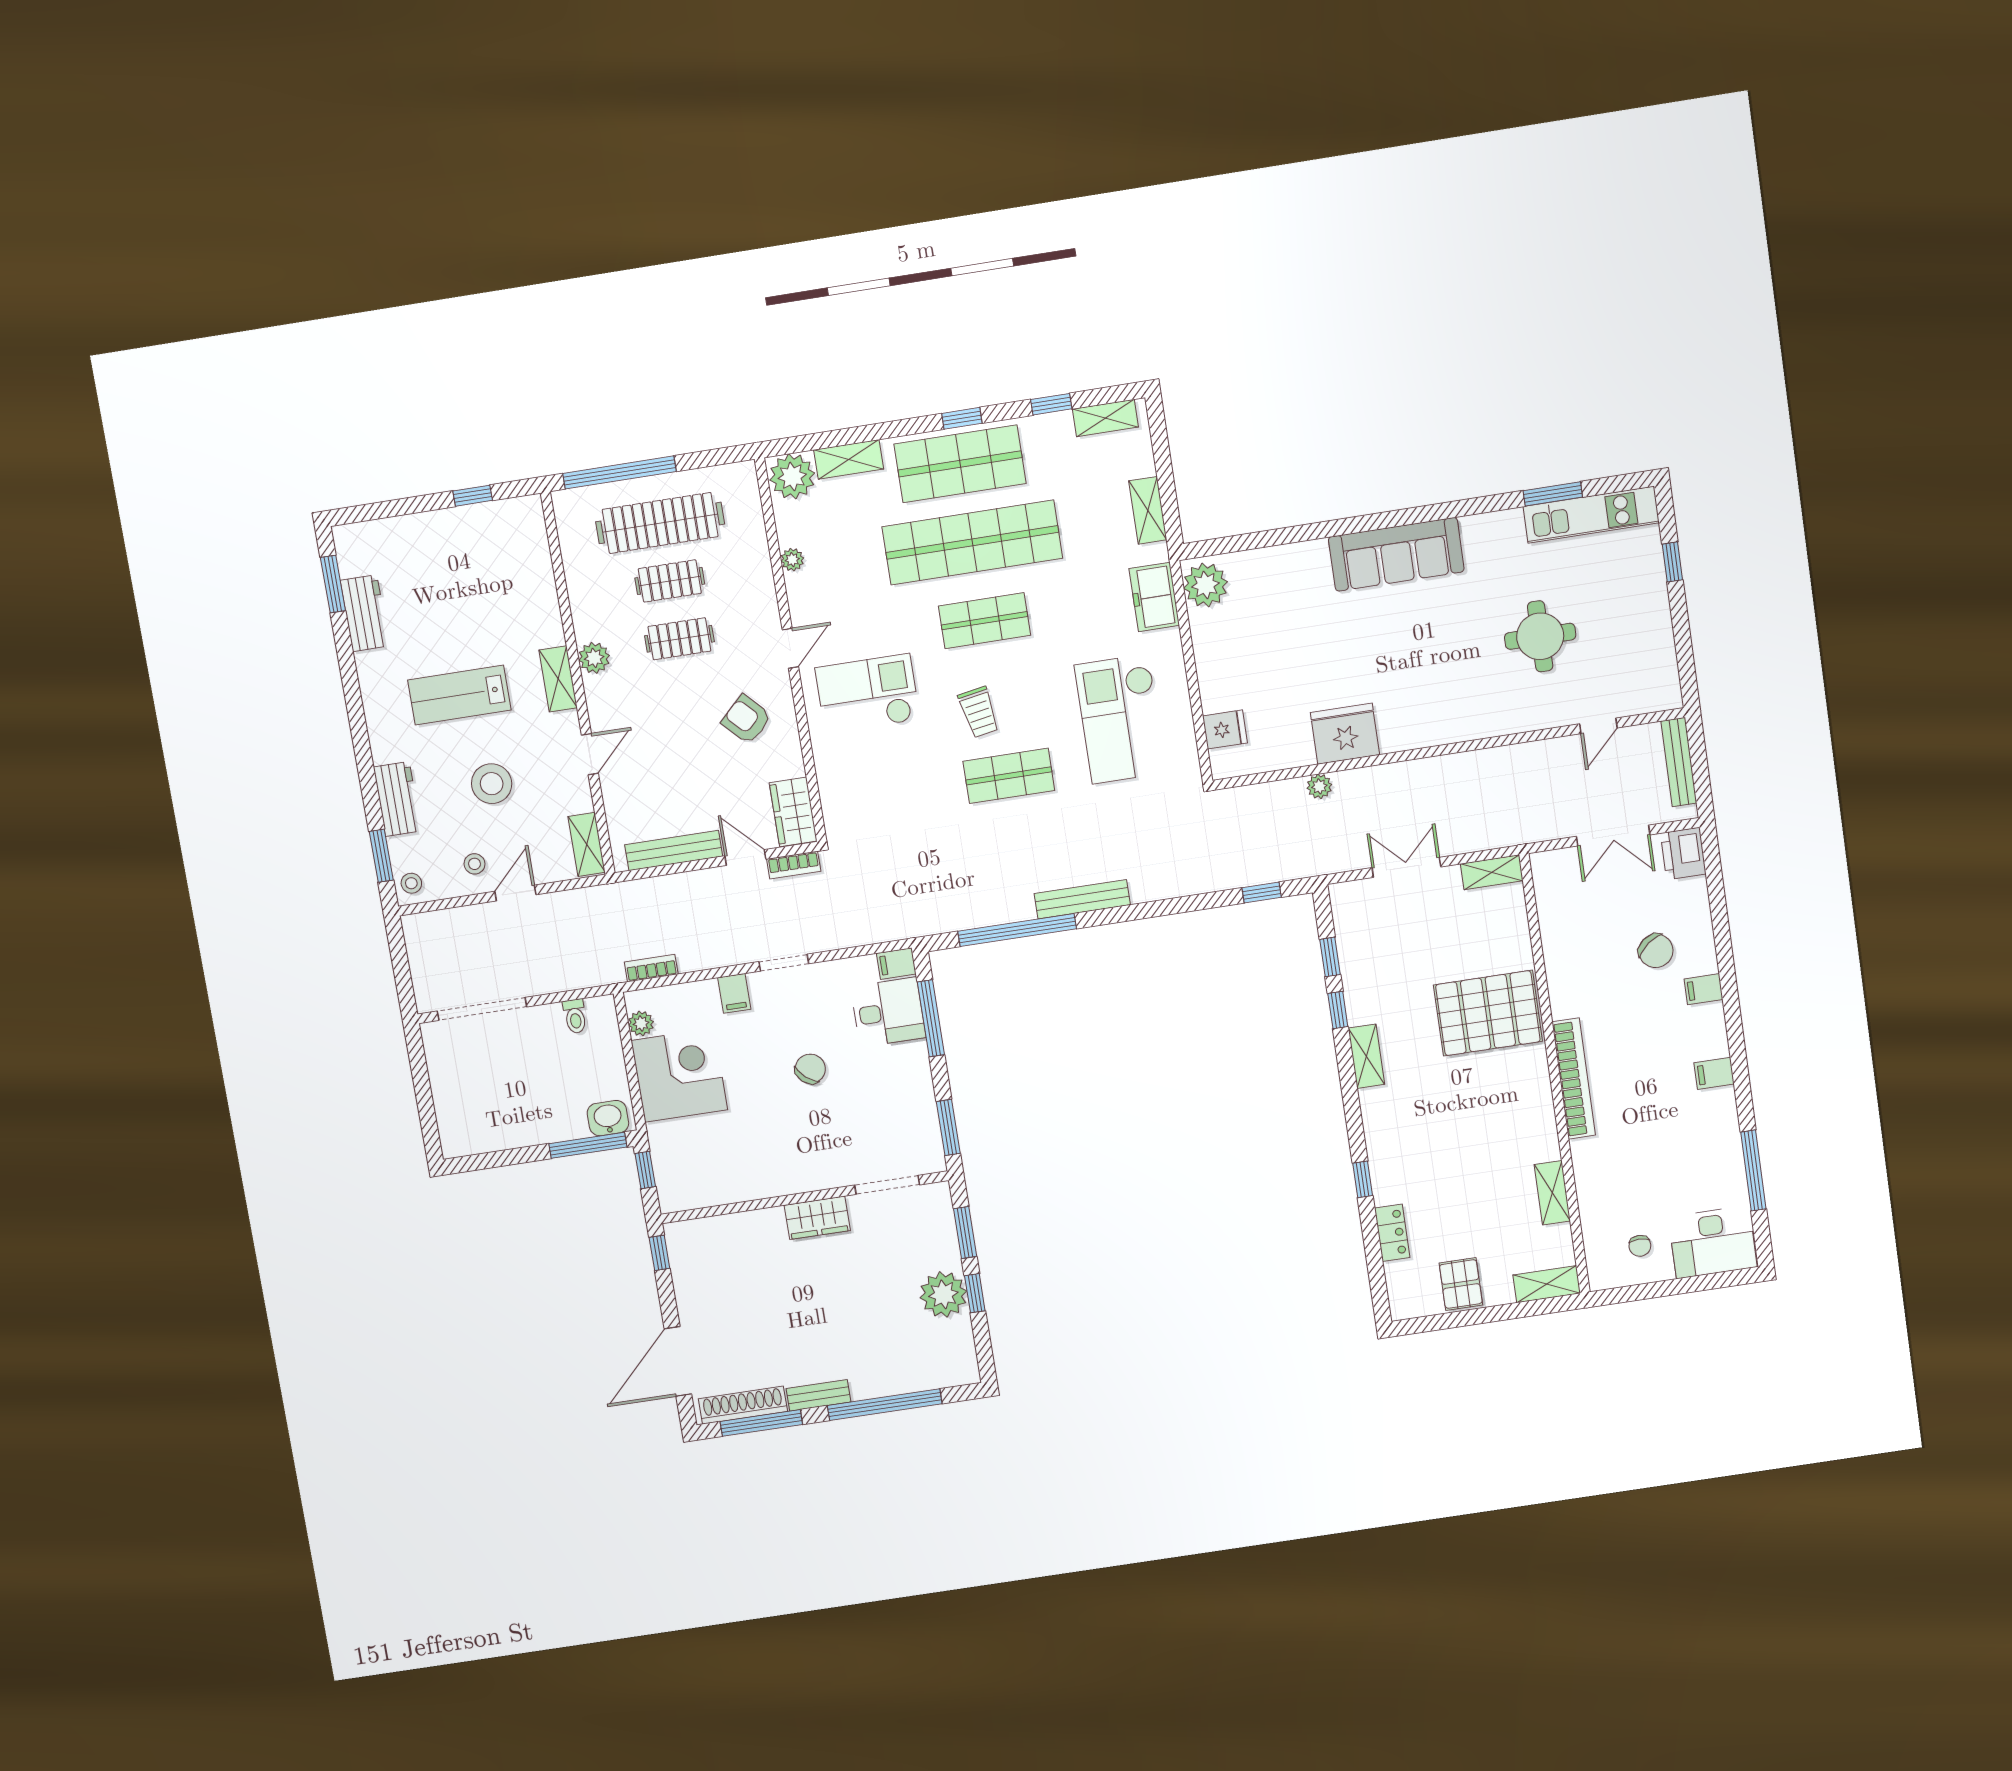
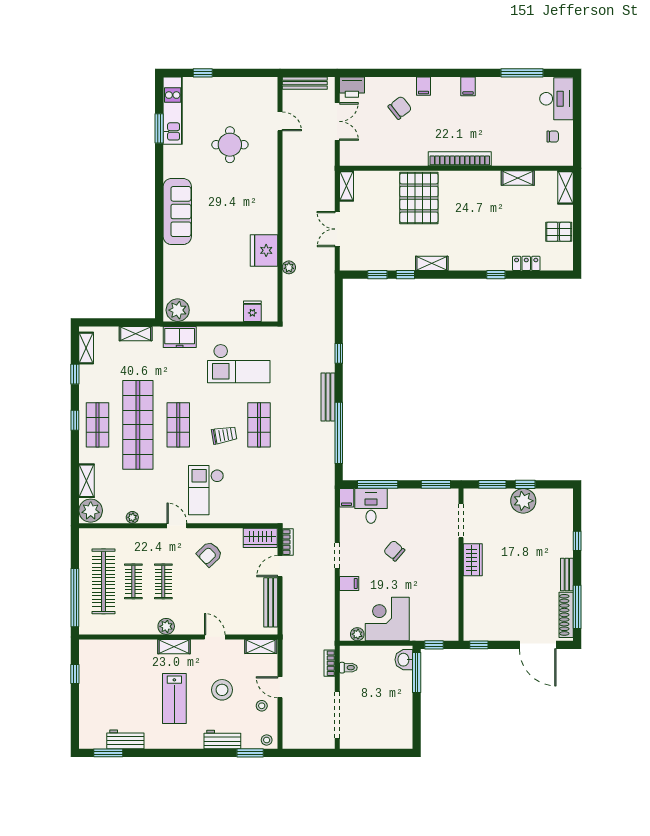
shop shelf: (960, 464) -> (98, 425), width x0.70, depth x0.74
window: (1262, 893) -> (339, 353), moved
bookcase: (651, 968) -> (329, 663), moved
window: (885, 1405) -> (577, 541), width x0.32

